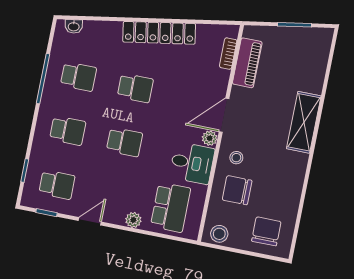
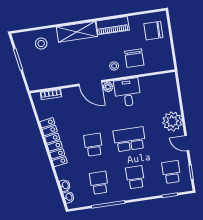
washbasin: (92, 27) -> (65, 185), added
piano: (247, 63) -> (113, 26), moved, turned 180
school desk: (125, 142) -> (129, 139), width x1.85
school desk: (171, 207) -> (160, 96), removed
plant: (133, 220) -> (172, 121), width x1.88, depth x1.88
stool: (219, 234) -> (41, 44), moved

